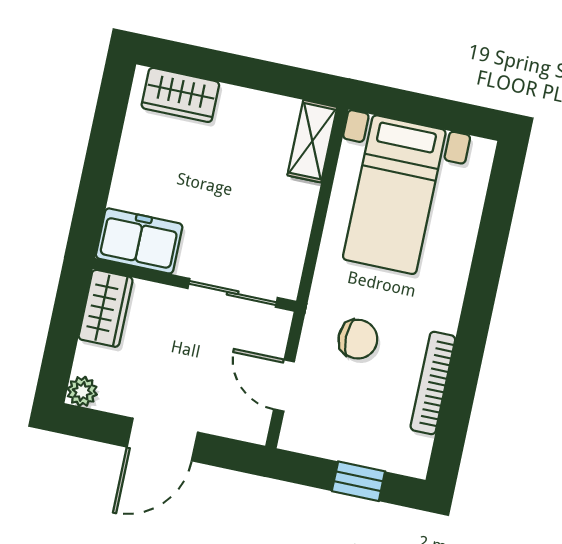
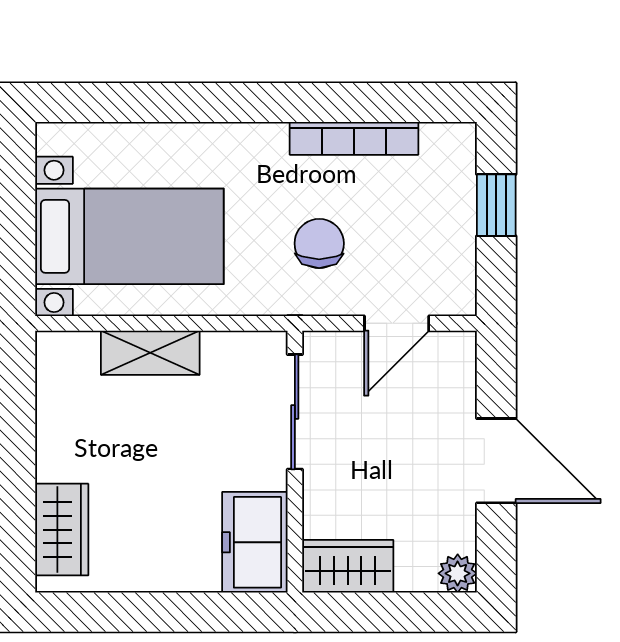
shelving: (312, 141) -> (150, 353), moved

